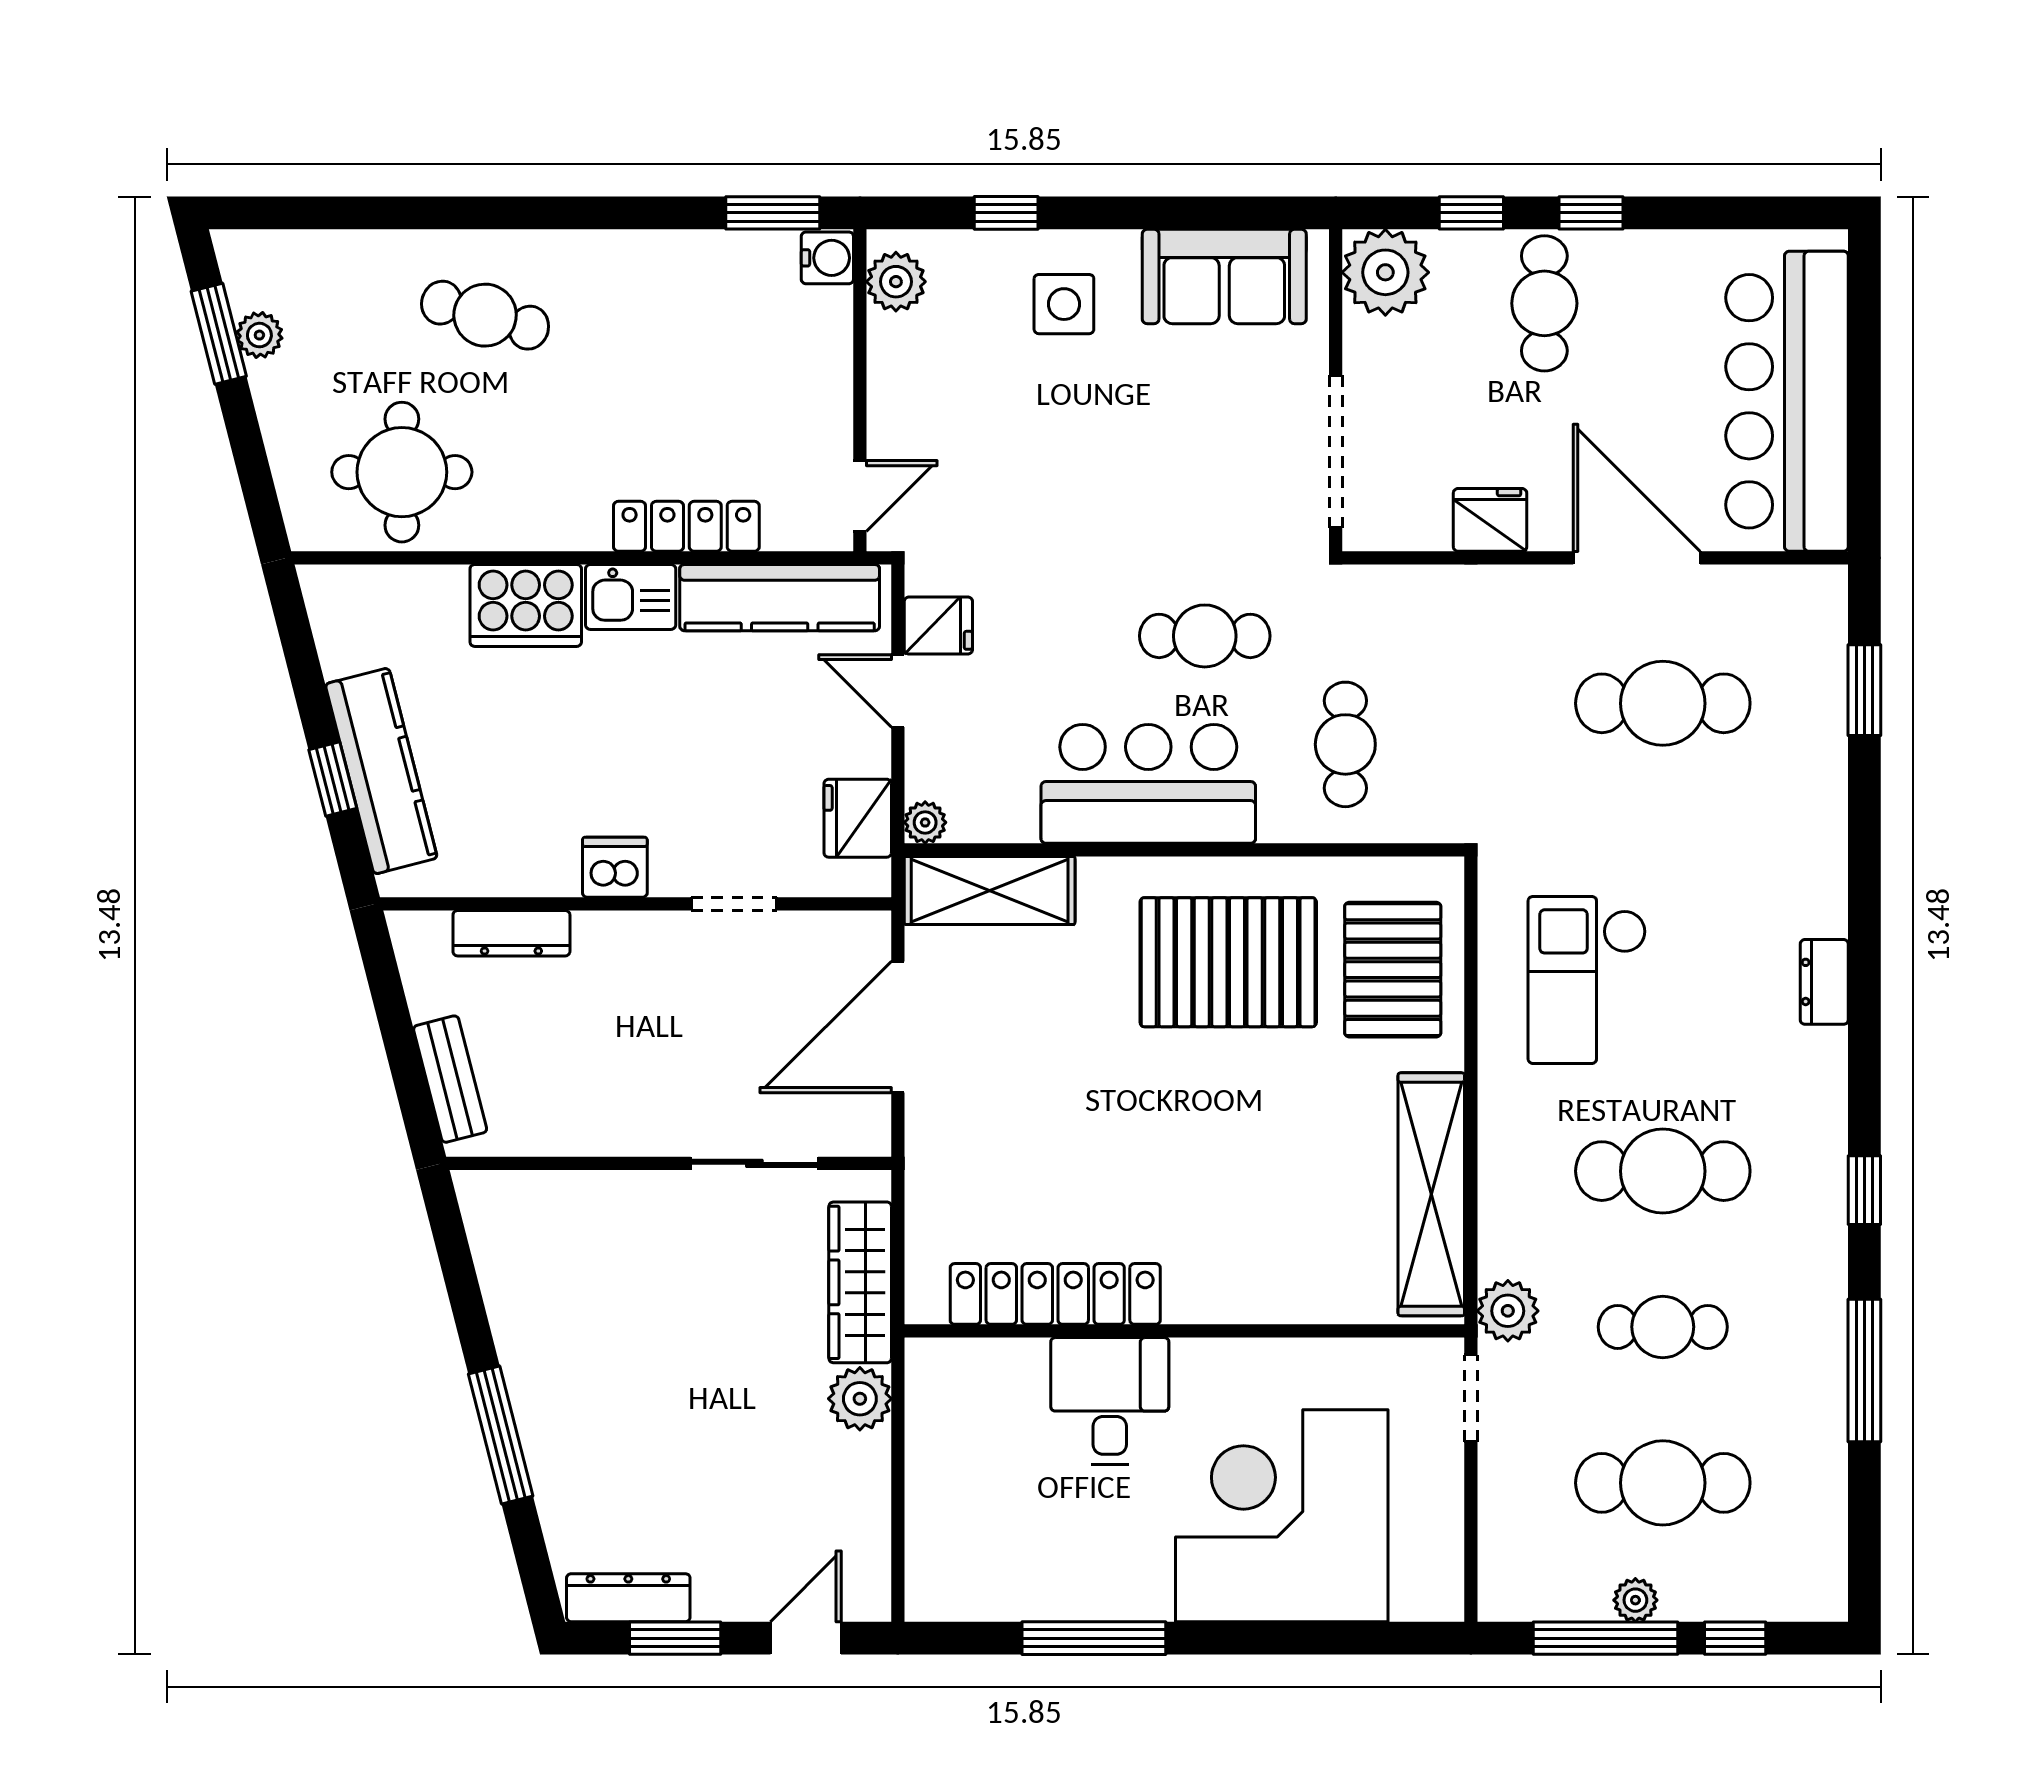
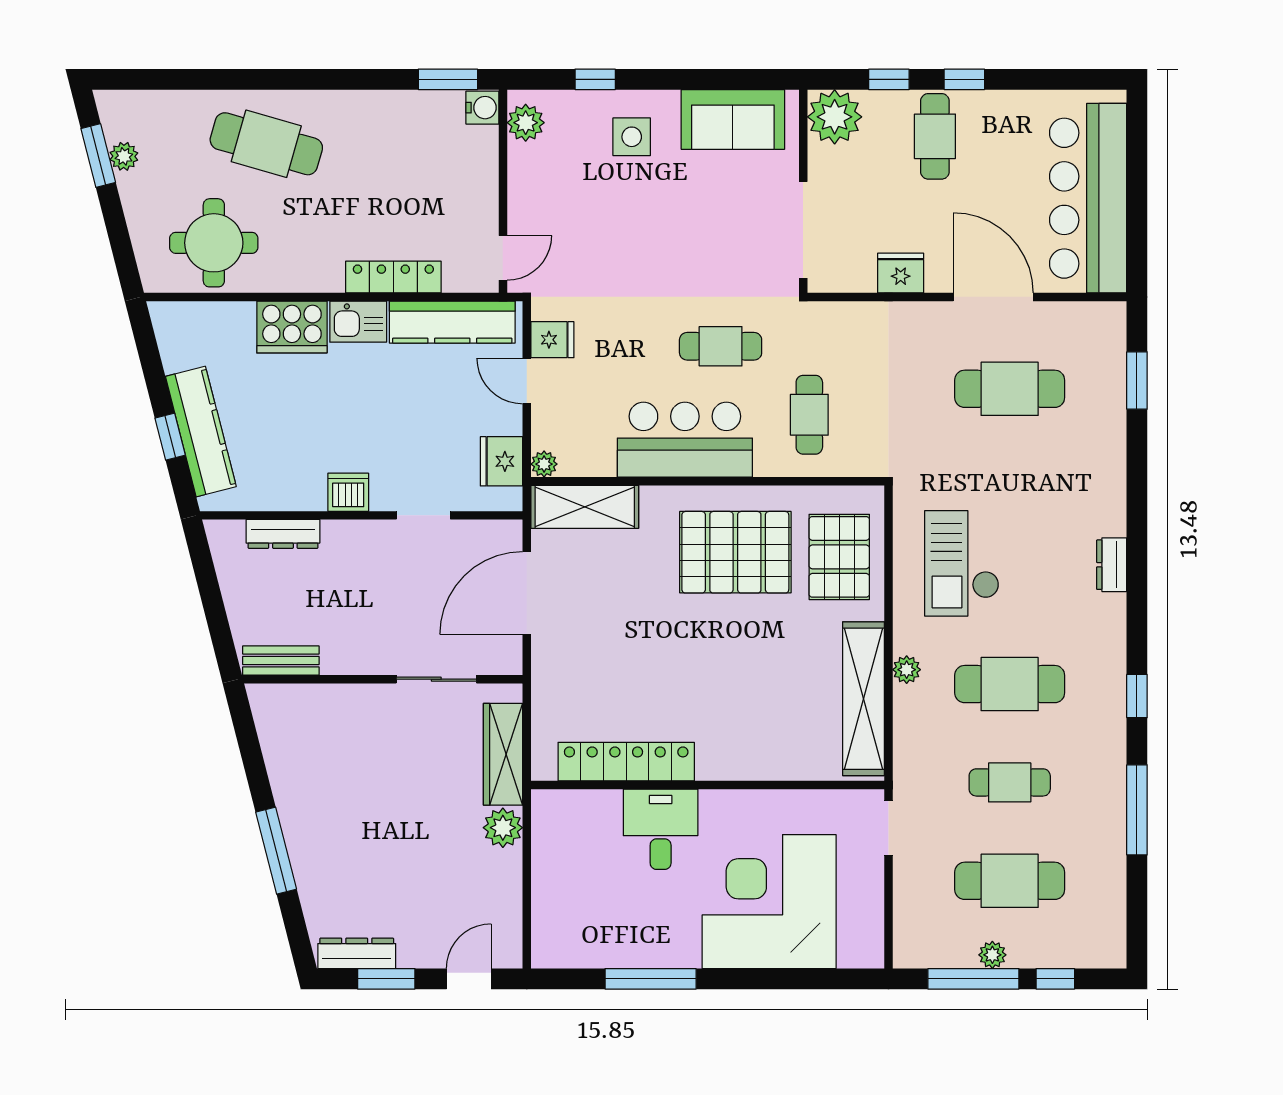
cafe table: (485, 315) -> (266, 144), width x1.37, depth x1.35
bench: (450, 1079) -> (281, 661), moved, turned -76
plant: (1508, 1311) -> (907, 670), moved, width x0.73, depth x0.73

